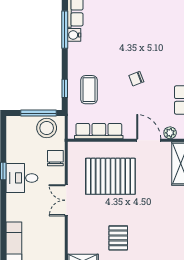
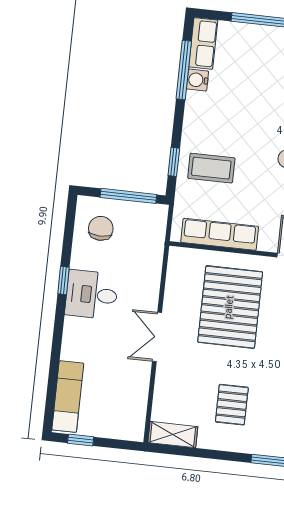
coffee table: (89, 90) -> (211, 168), turned 90
stool: (47, 128) -> (139, 221), removed
chair: (55, 158) -> (101, 228), moved
pallet: (110, 176) -> (230, 307), turned 90

